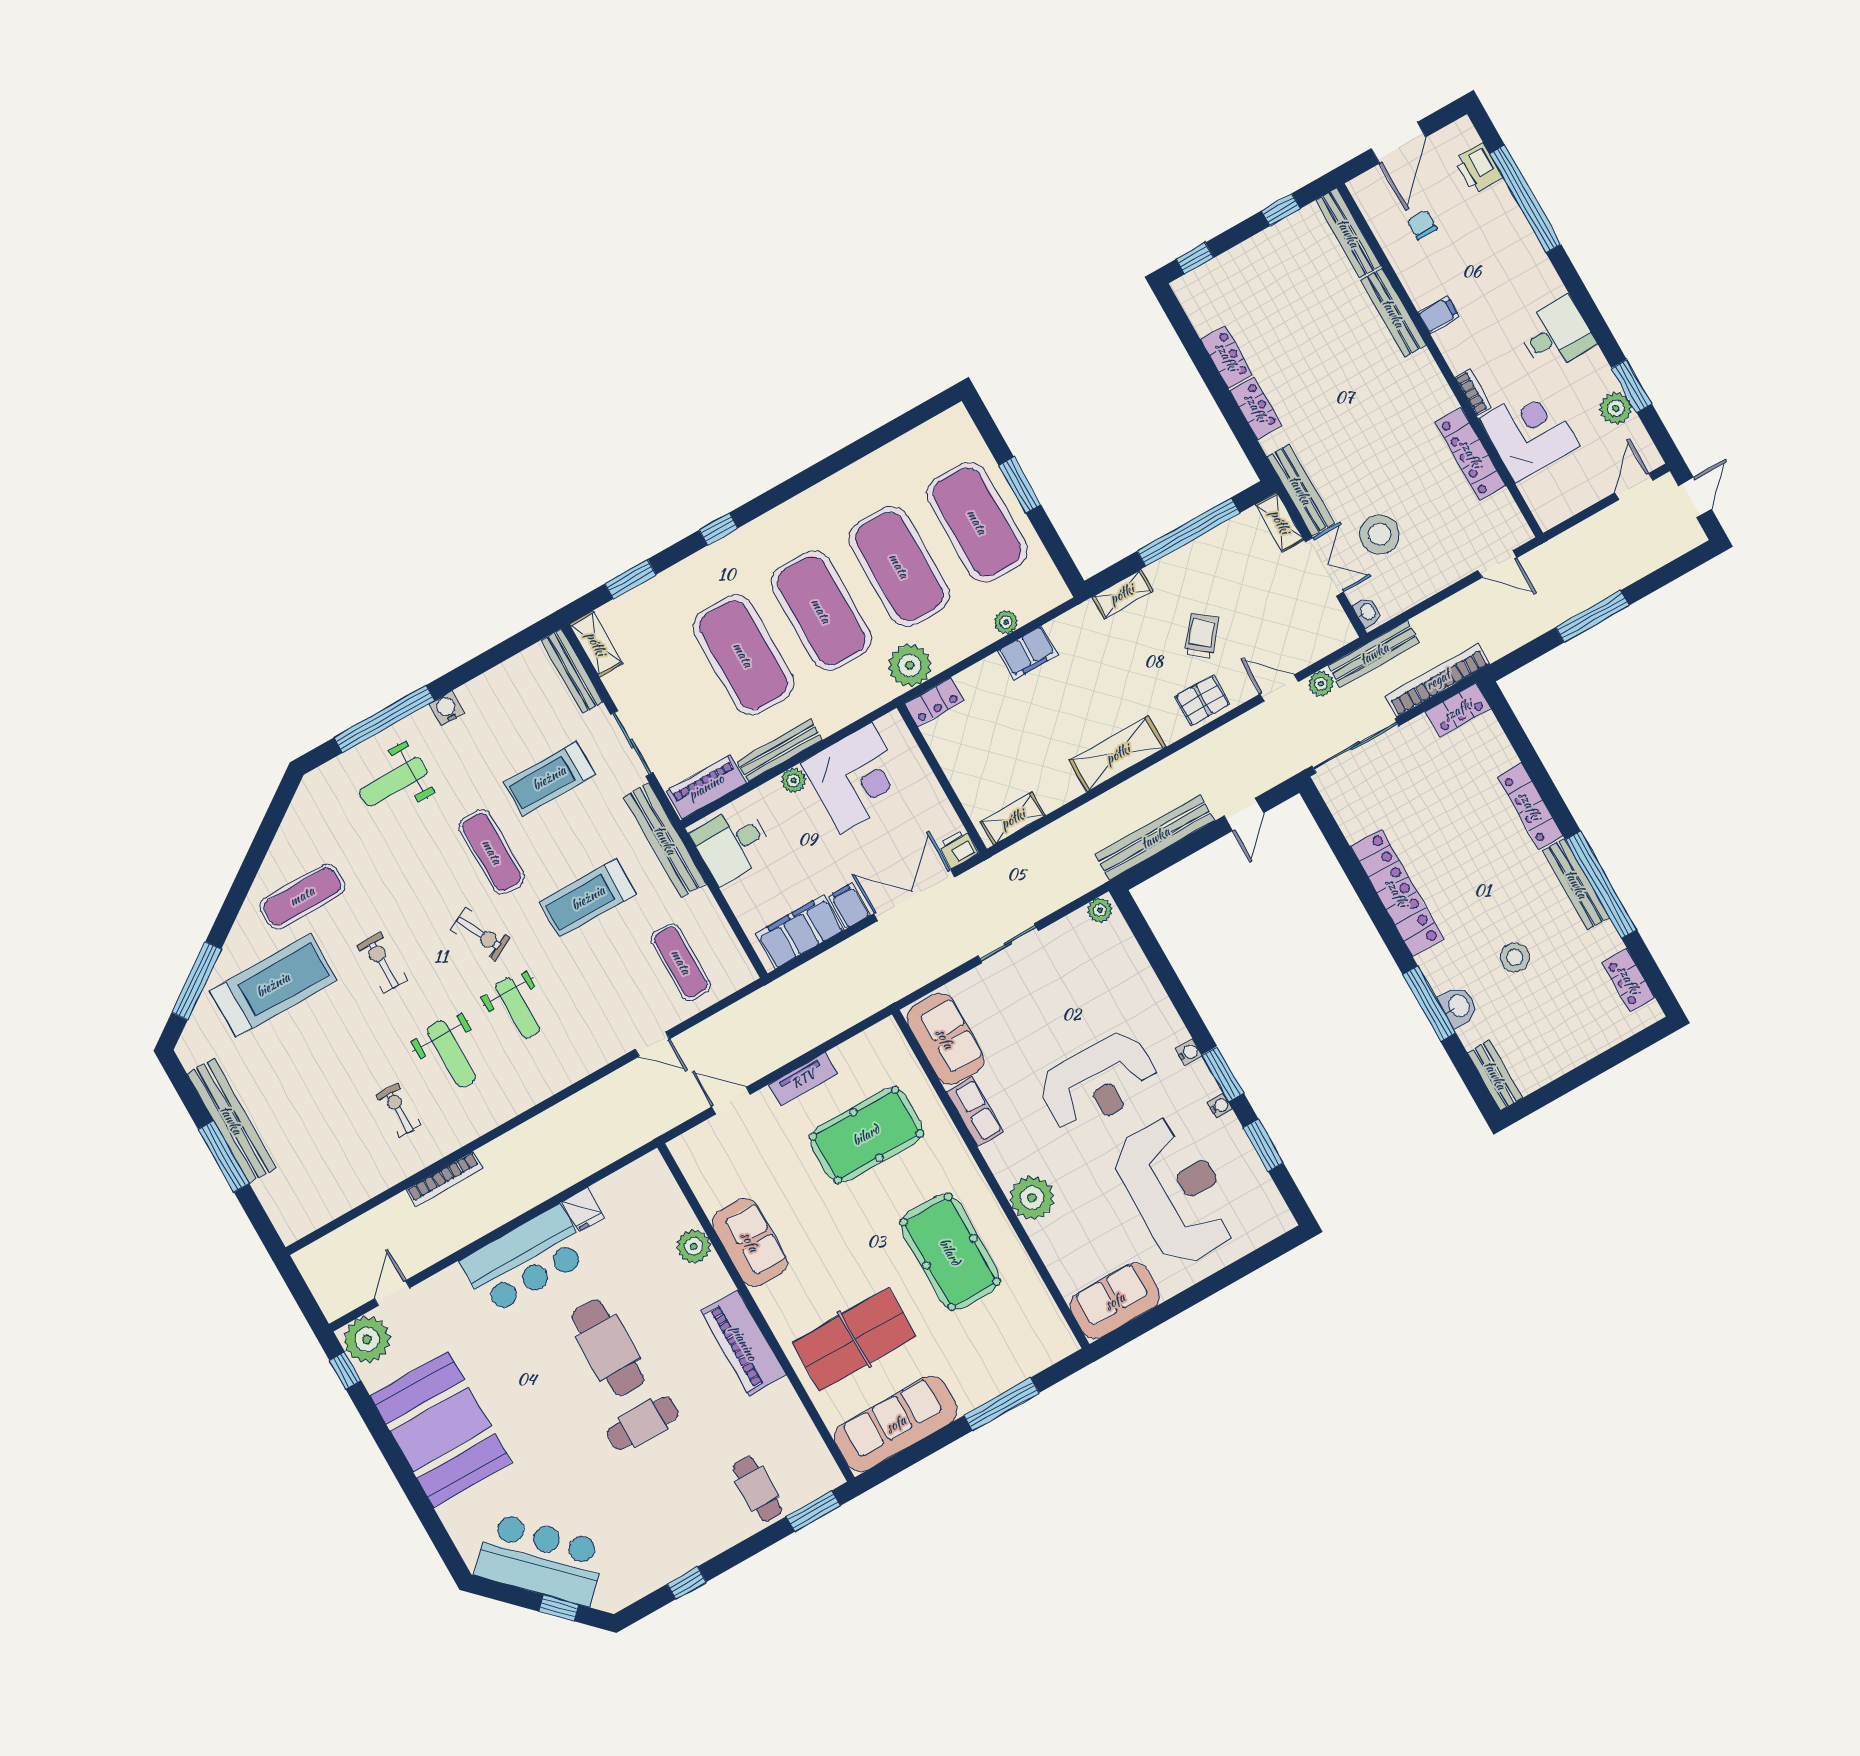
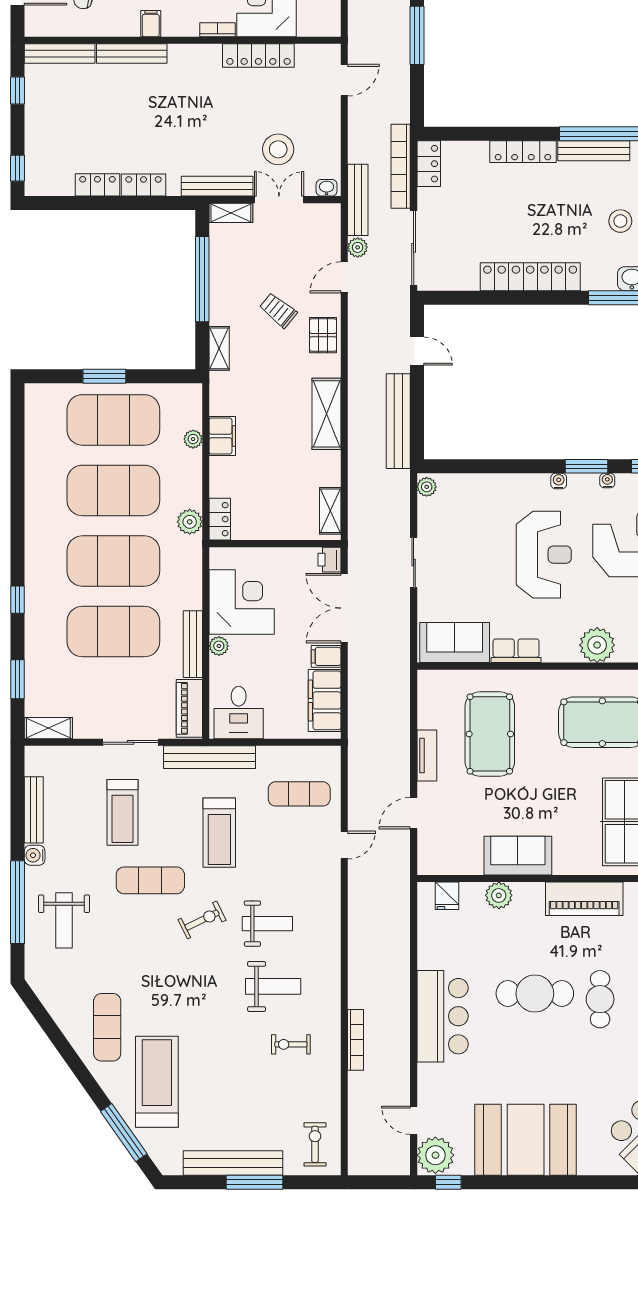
plant: (910, 665) -> (190, 522), width x0.73, depth x0.73
bench: (572, 671) -> (34, 810), moved, turned 90
exercise bike: (382, 963) -> (315, 1144), moved, turned 90
fridge: (583, 1210) -> (447, 896), moved, turned 90

